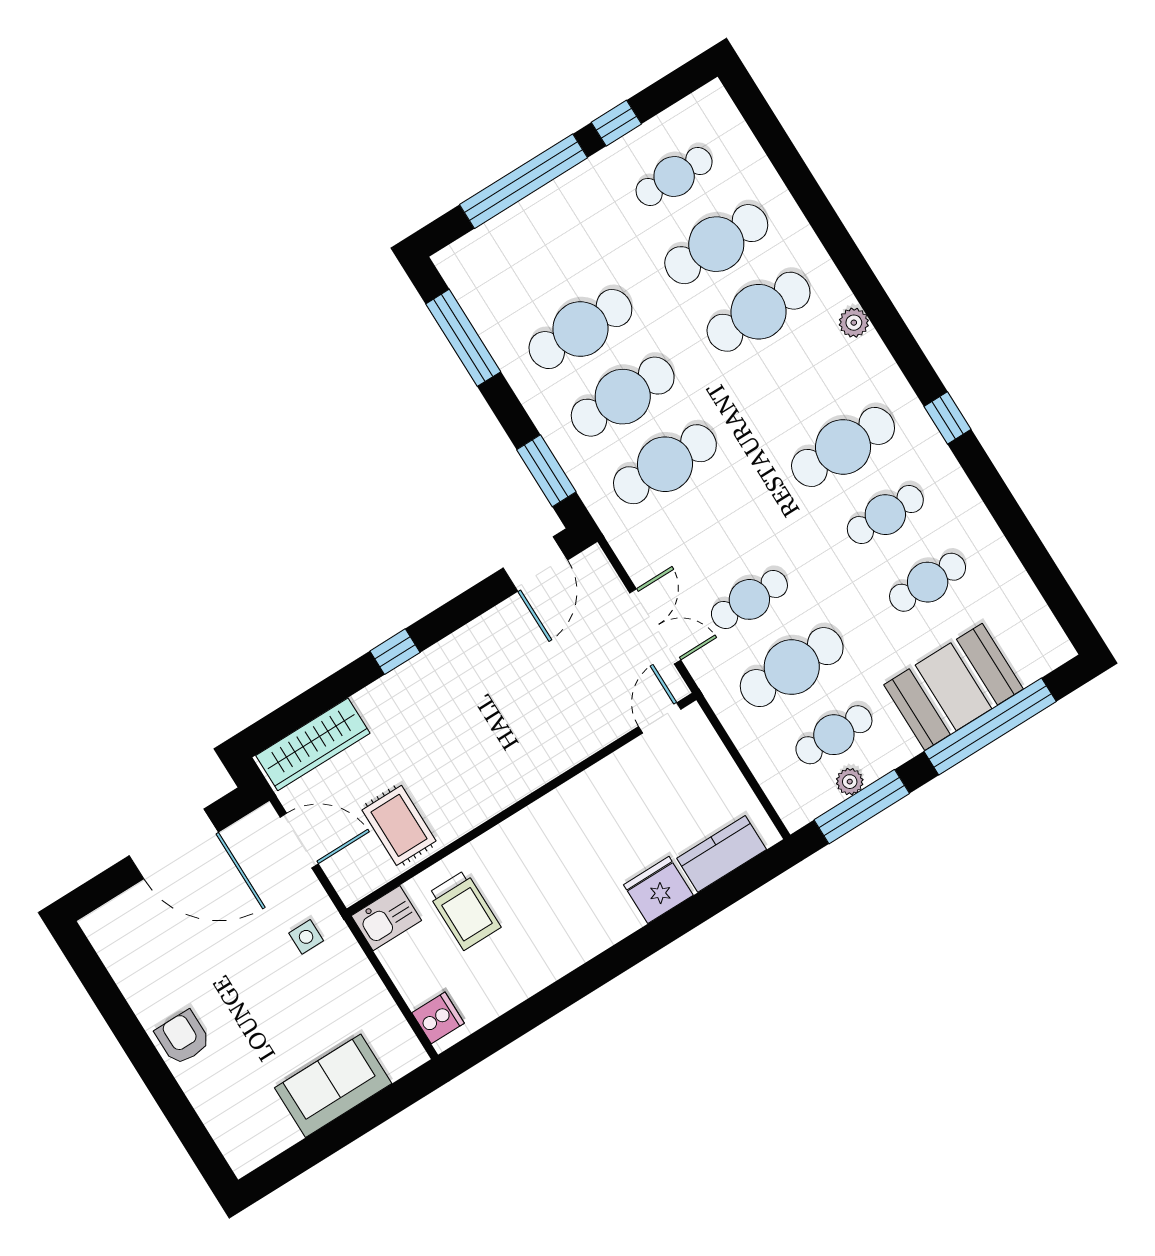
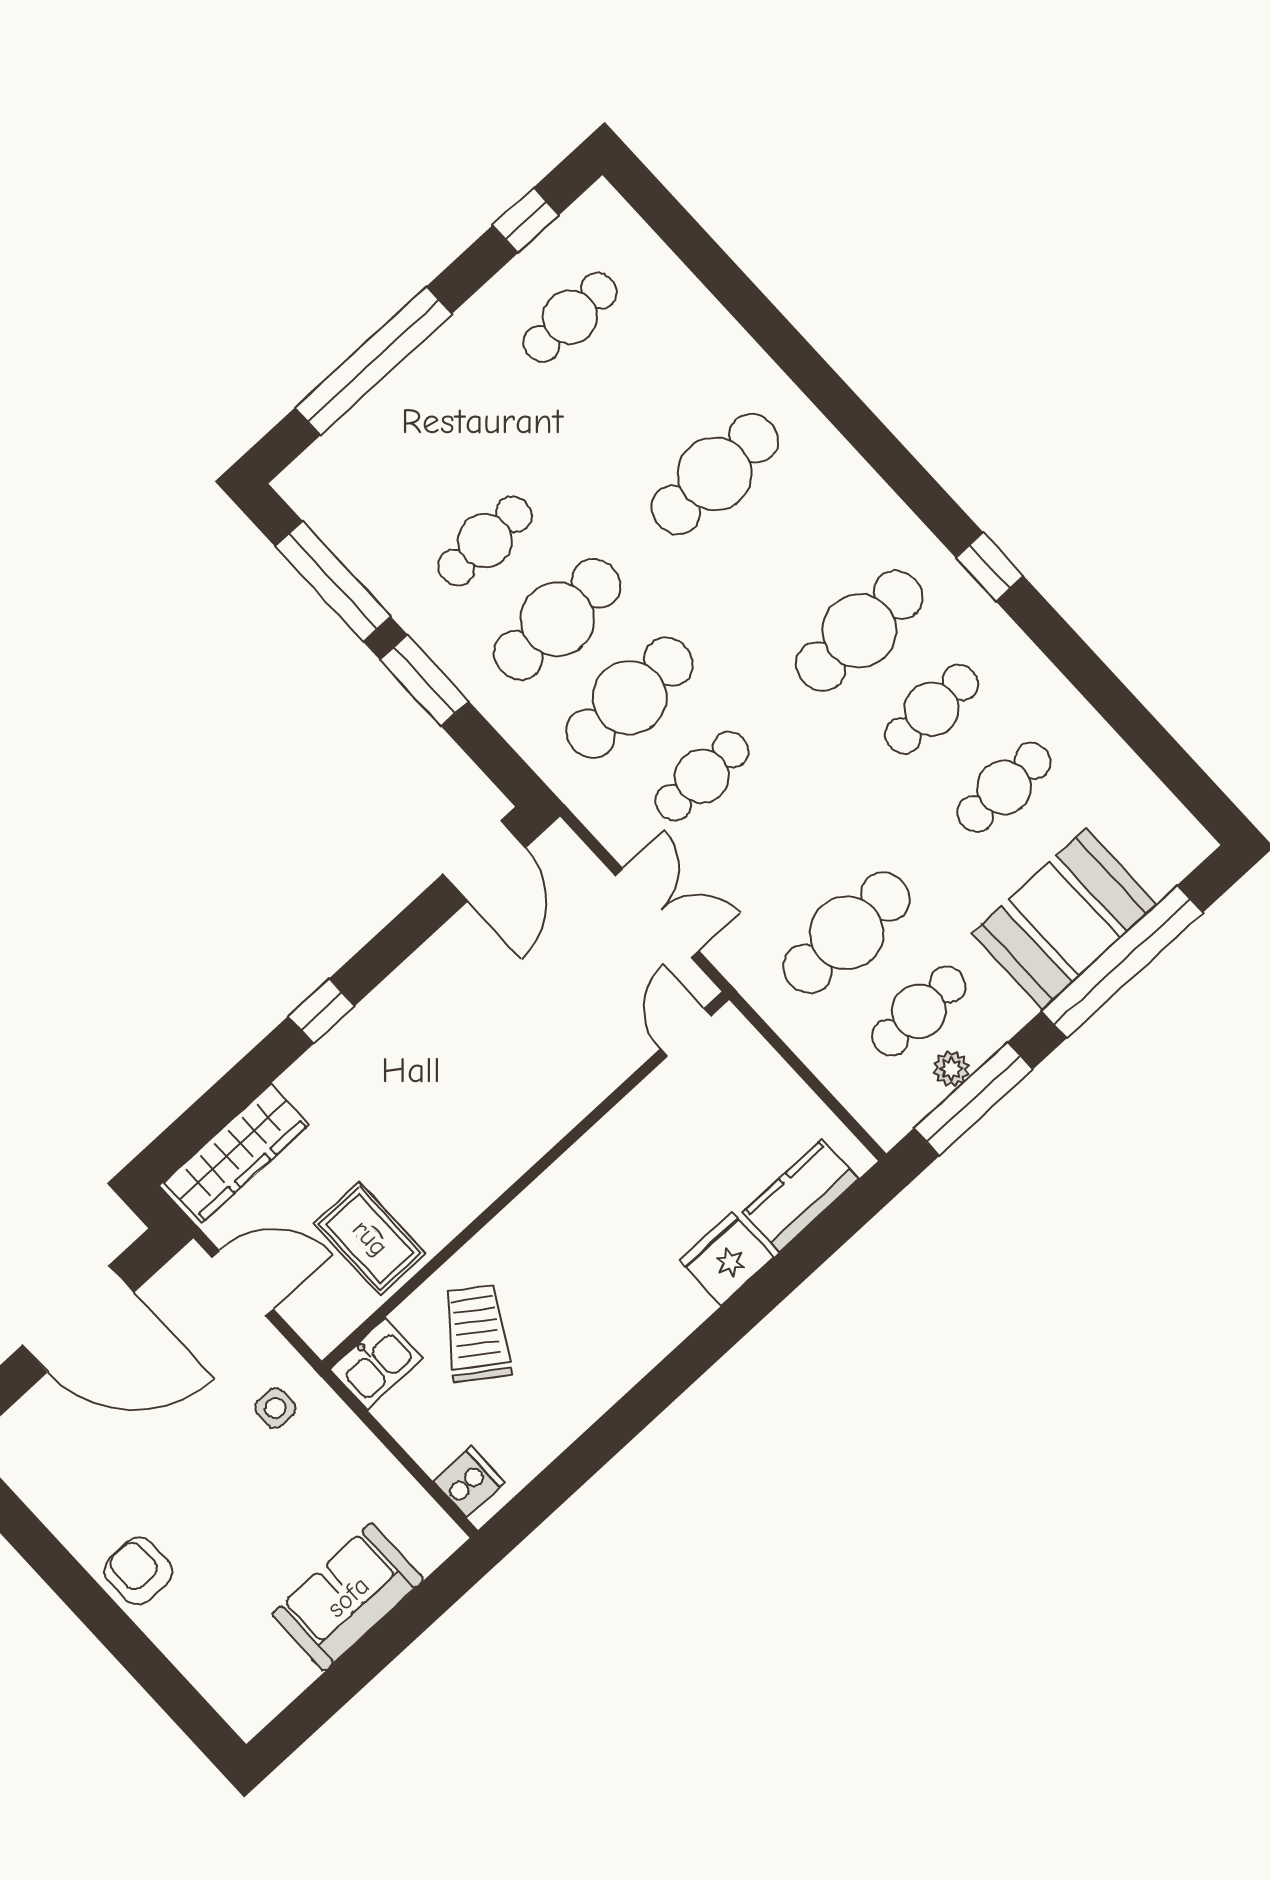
window: (616, 123) -> (526, 220), moved
cafe table: (716, 244) -> (642, 396), removed
plant: (854, 323) -> (843, 465), removed
cafe table: (580, 329) -> (485, 541), width x0.73, depth x0.74
window: (546, 471) -> (424, 680), moved
cafe table: (749, 599) -> (702, 776), moved
trolley: (464, 910) -> (477, 1334), turned -145

